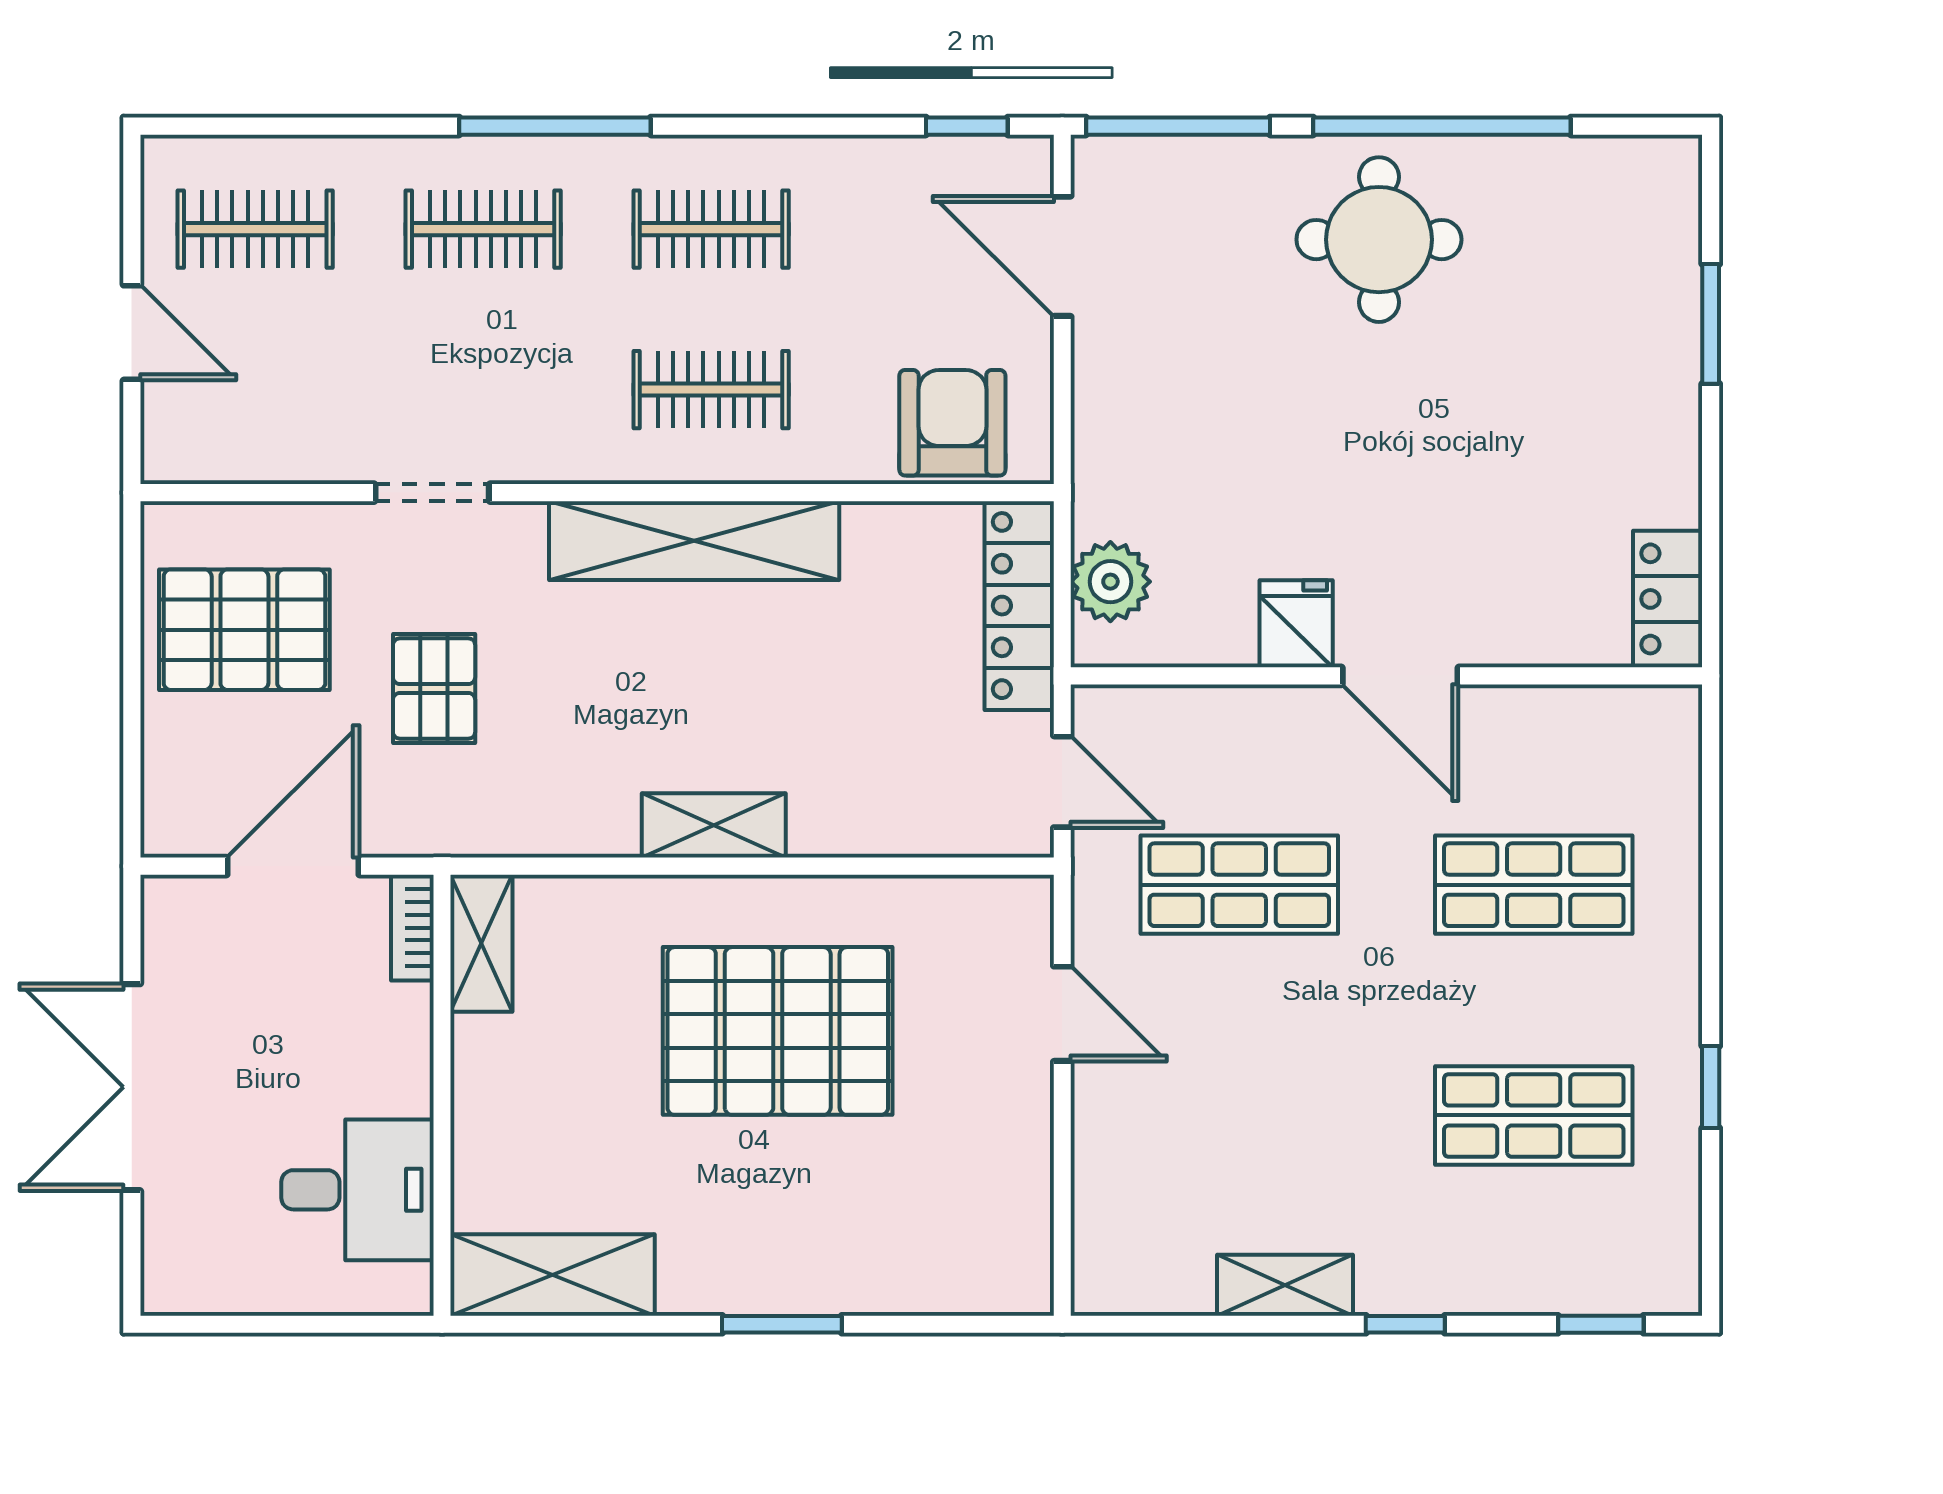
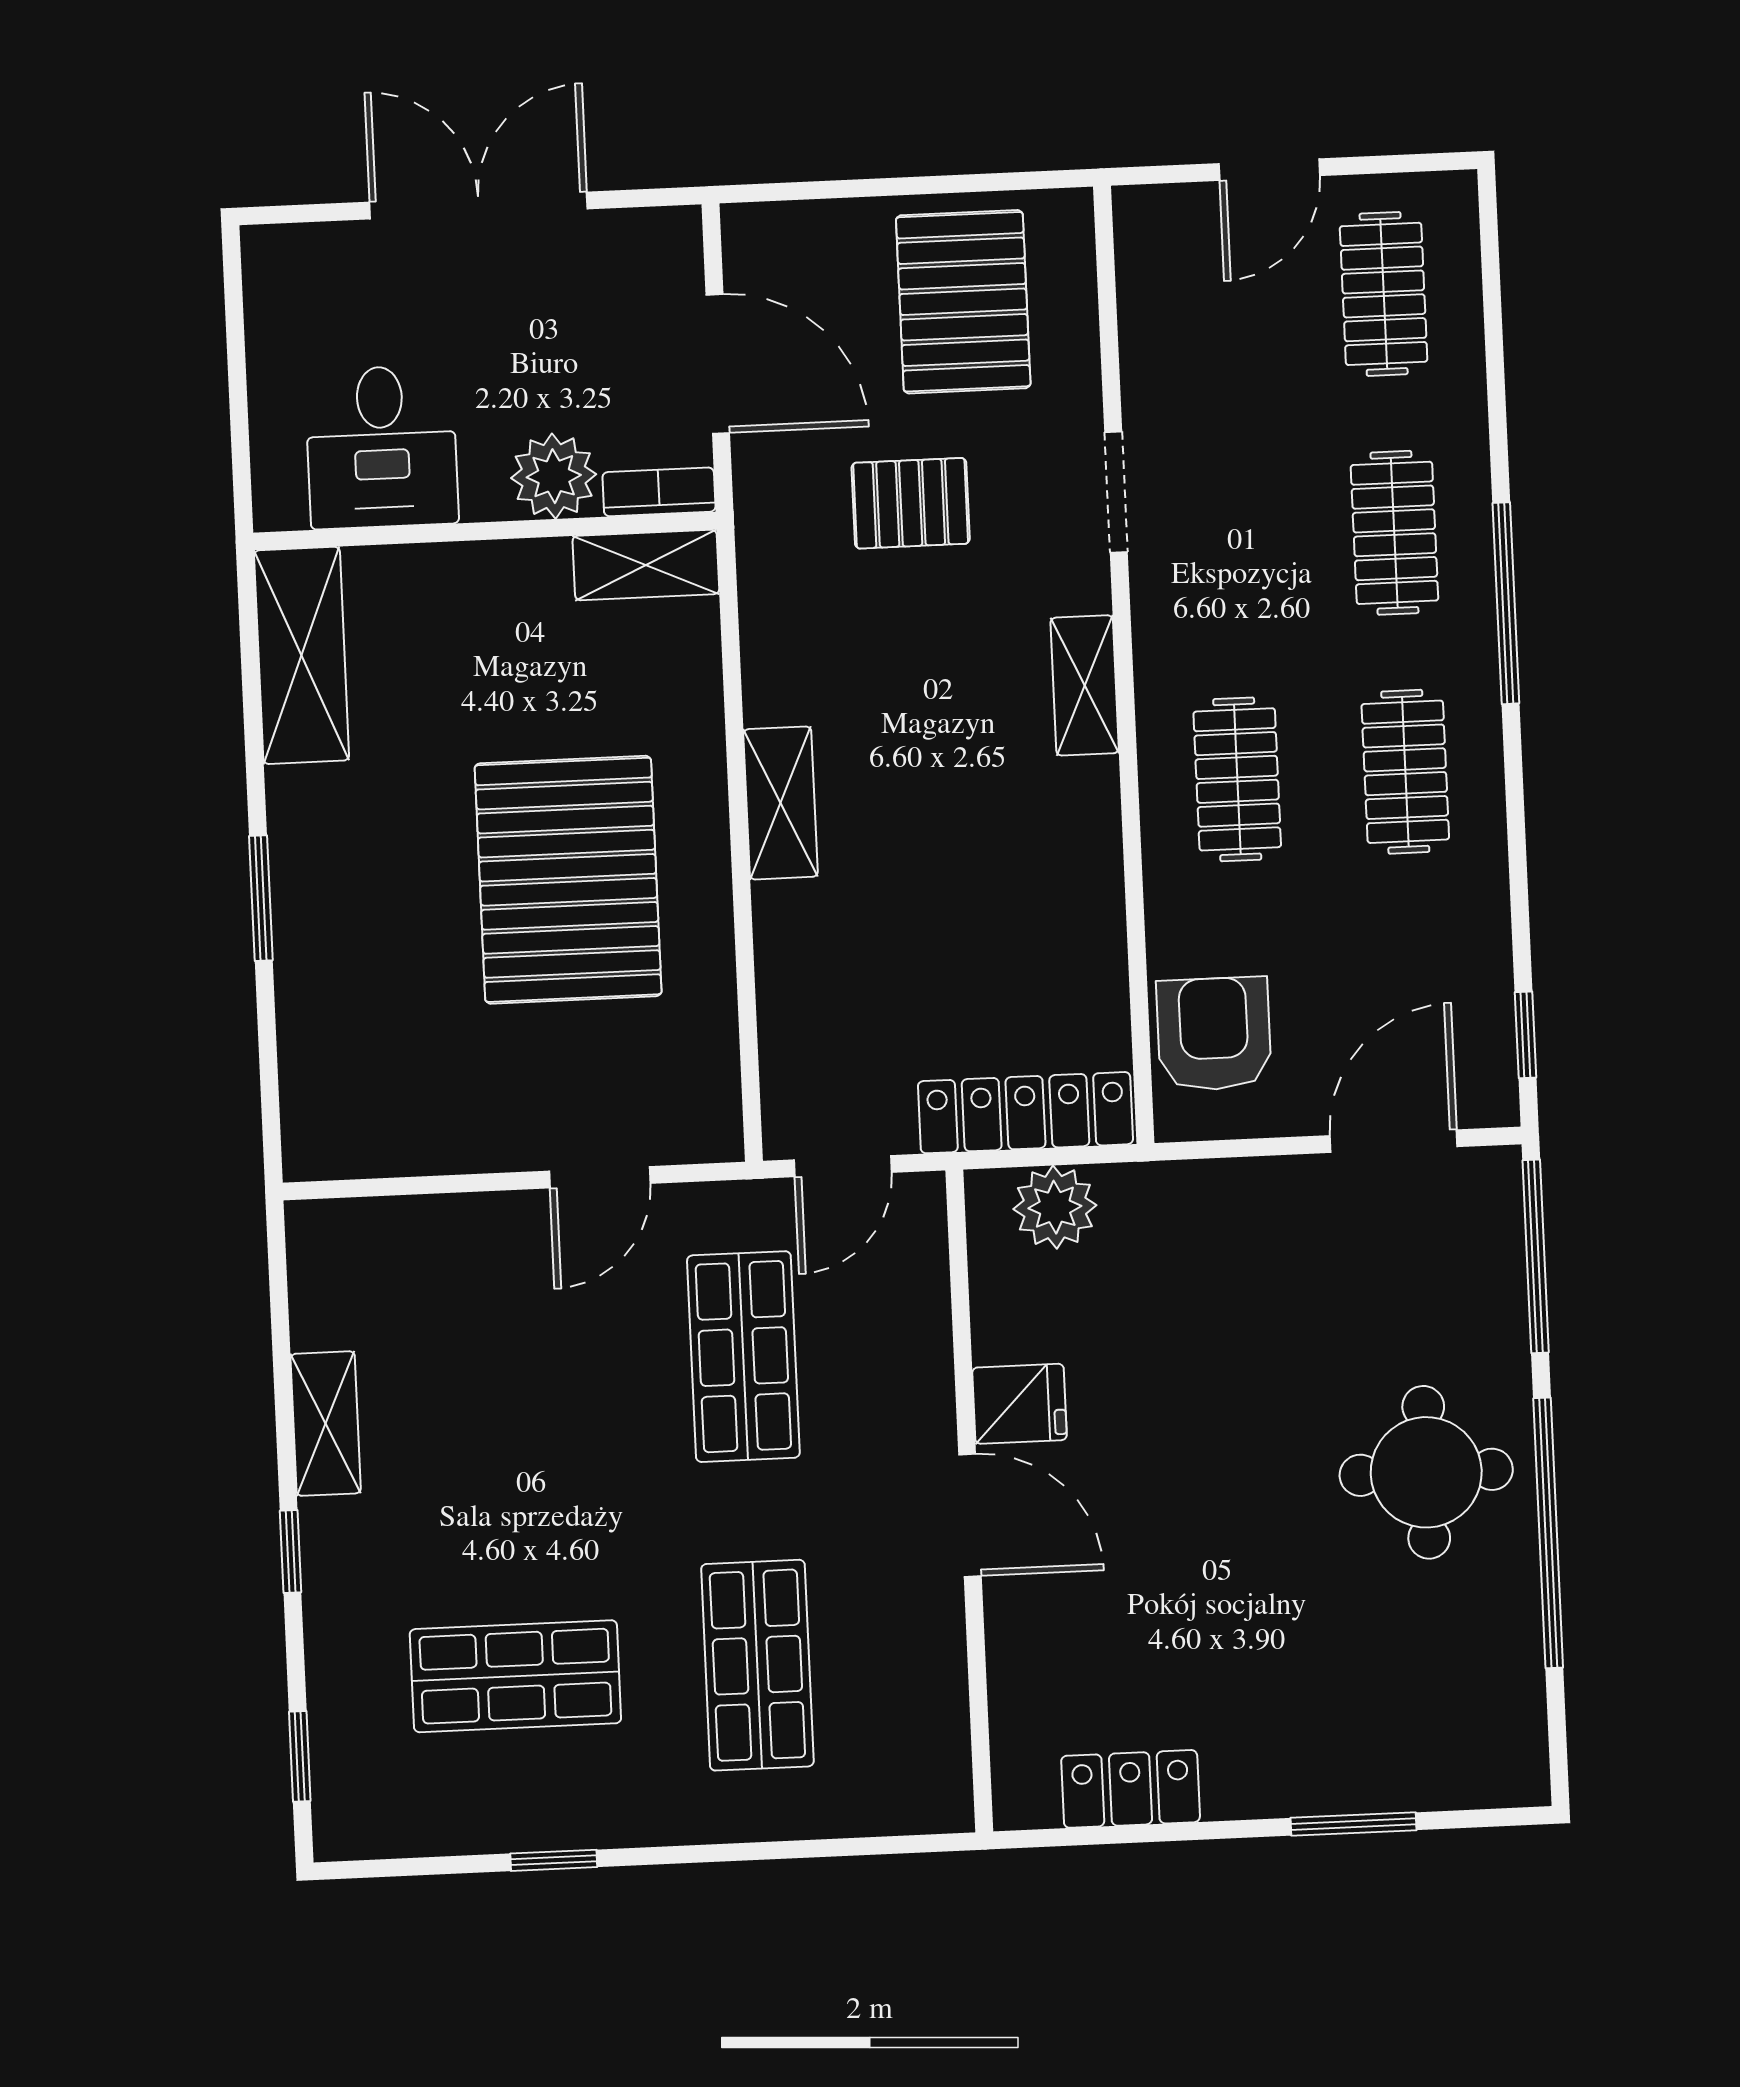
armchair: (952, 423) -> (1214, 1034), turned -90
shelving: (694, 541) -> (1085, 685), width x0.45, depth x0.75
locker: (1668, 599) -> (1131, 1789), moved
door: (1400, 676) -> (970, 1515), swing flipped
plant: (393, 1027) -> (554, 476), added
shop shelf: (1534, 1115) -> (515, 1676), turned 90

